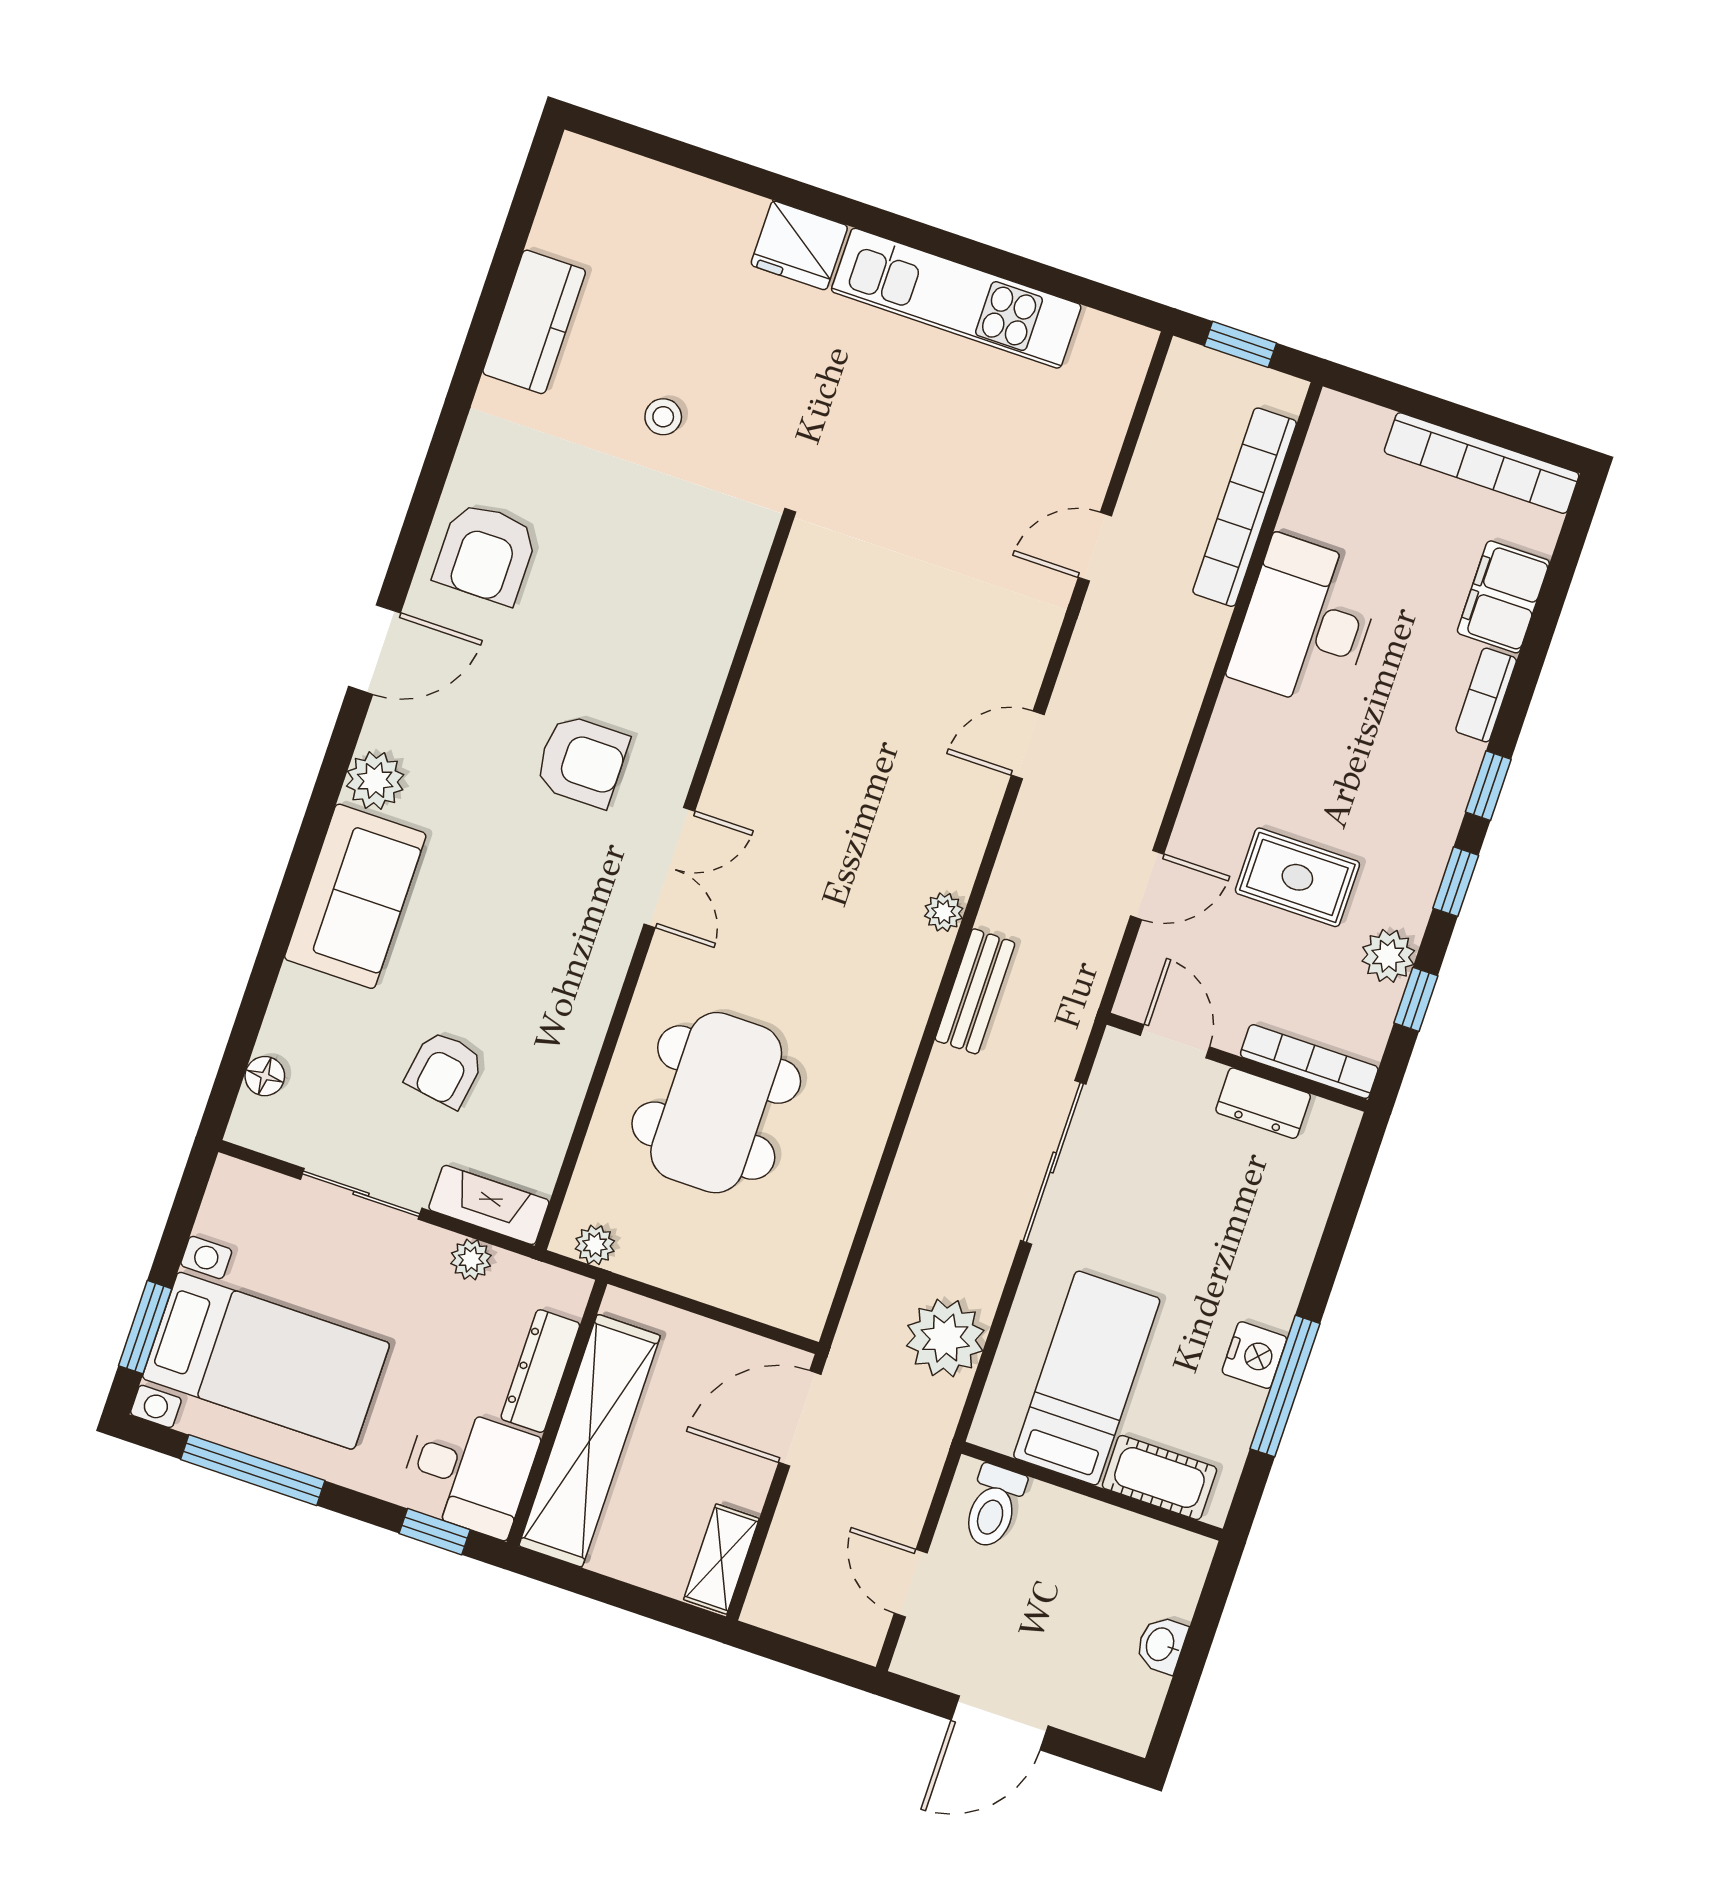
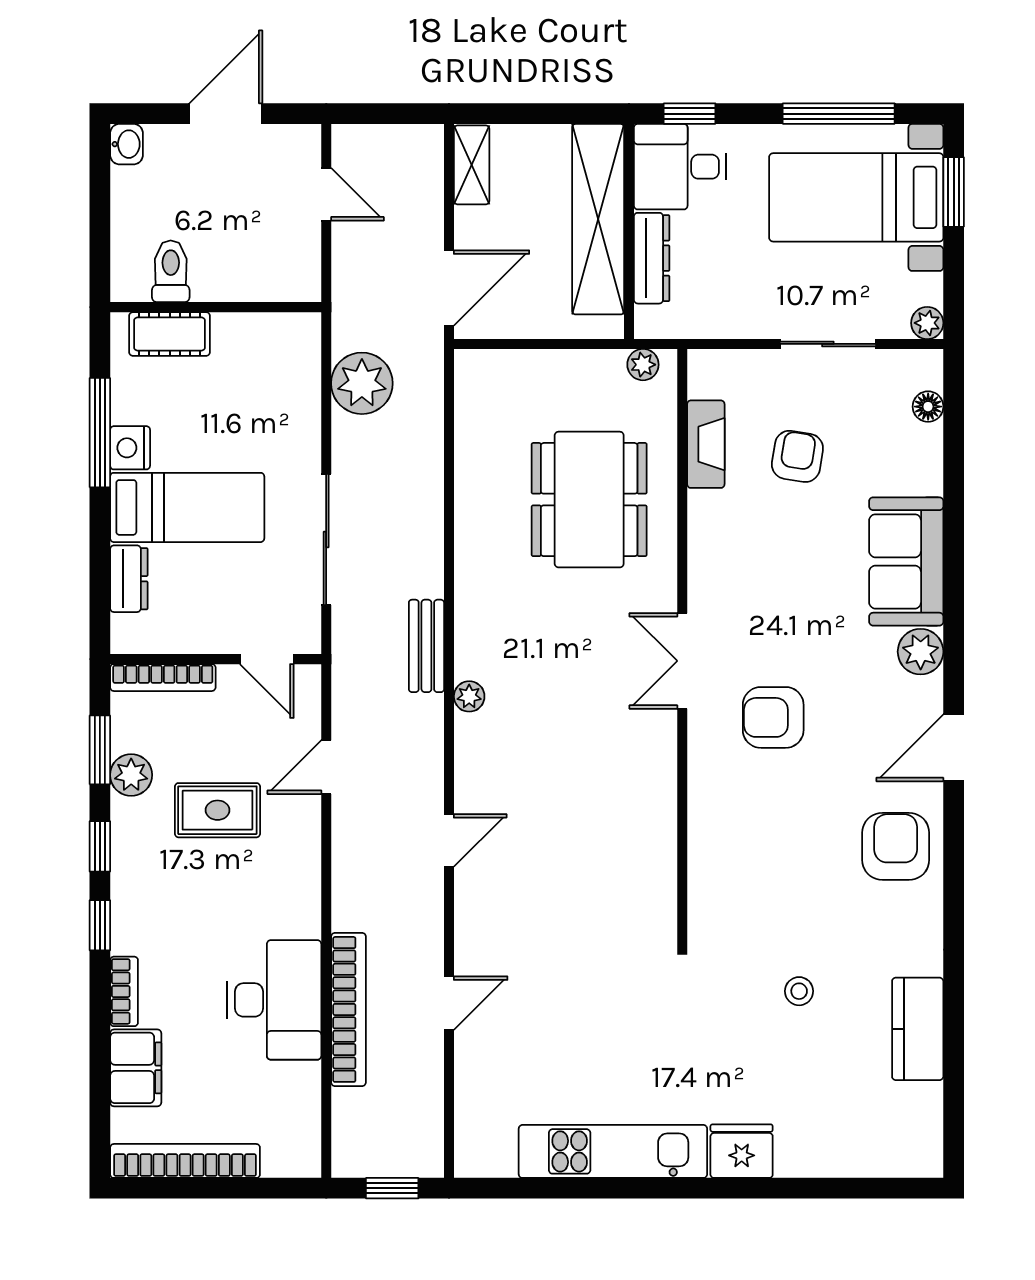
bookcase: (1245, 507) -> (348, 1009), moved
window: (1416, 999) -> (100, 750), width x1.50
dresser: (1263, 1103) -> (129, 579), moved, turned 90
fireplace: (489, 1205) -> (706, 444), moved, turned -90
plant: (471, 1259) -> (927, 323), moved
bed: (1087, 1378) -> (187, 507), moved, turned -90
toilet: (994, 1507) -> (171, 271), moved
washbasin: (1161, 1645) -> (127, 144), moved

